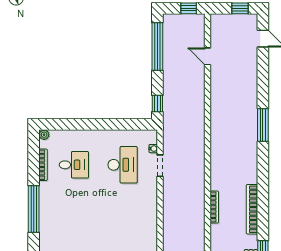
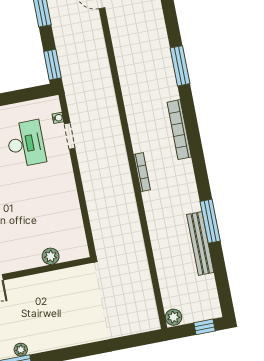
window: (157, 104) -> (53, 65), width x1.50
bookcase: (252, 209) -> (179, 130), moved

